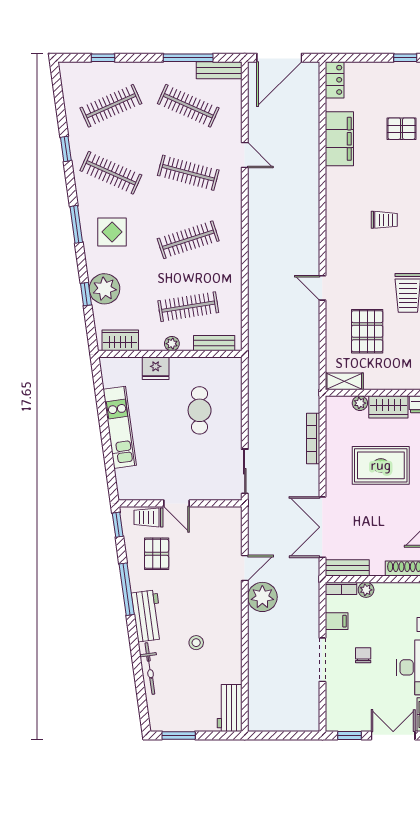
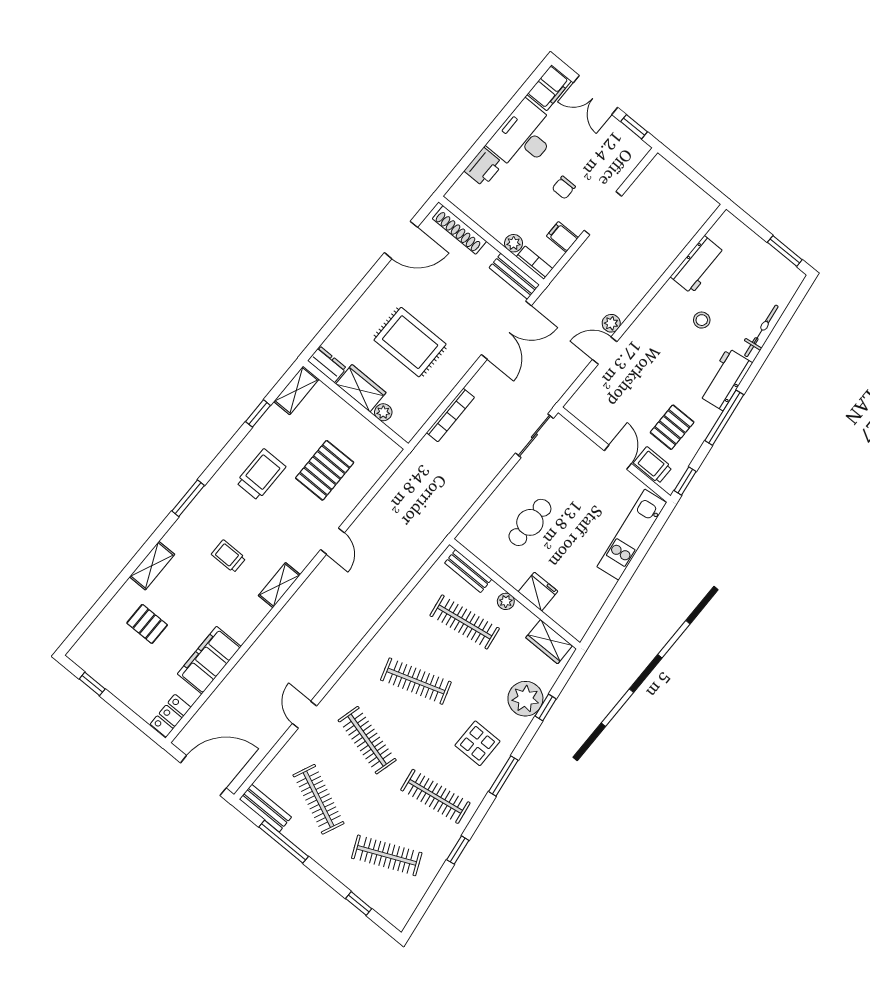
clothes rail: (111, 173) -> (435, 796), turned -33
shelving: (344, 381) -> (279, 585), moved, turned 90
kitchen unit: (120, 427) -> (632, 535), moved
trolley: (148, 517) -> (653, 465), turned 180
plant: (262, 597) -> (611, 323), width x0.53, depth x0.53
workbench: (230, 708) -> (698, 265), moved

